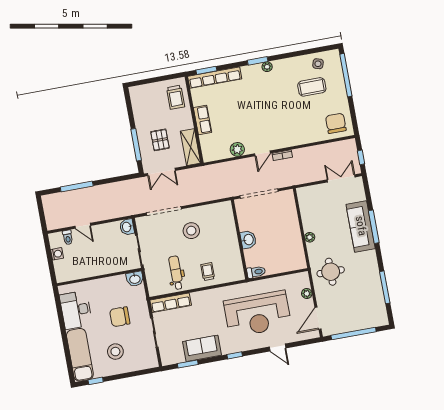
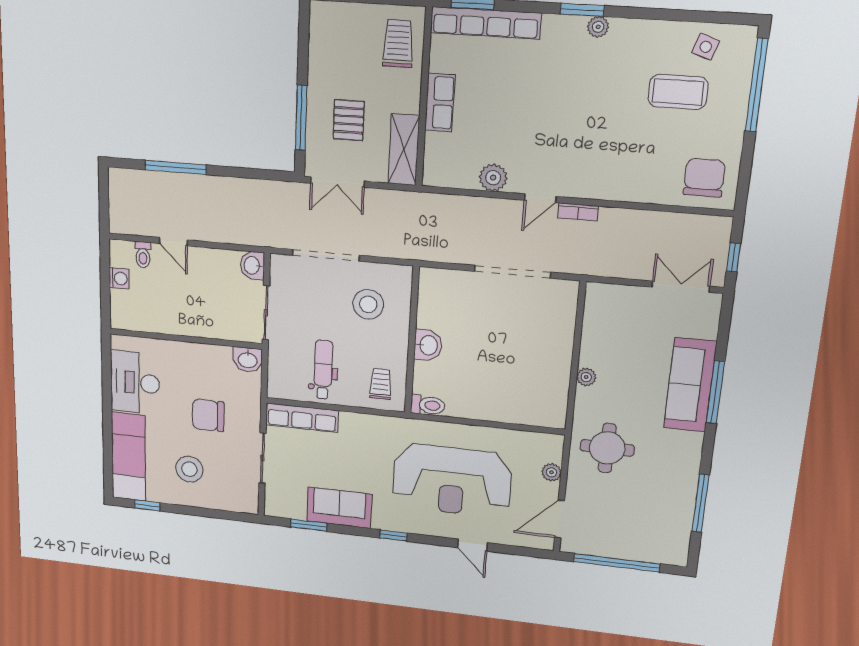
trolley: (176, 97) -> (398, 44), turned 180
wall: (240, 240) -> (412, 341), moved
washbasin: (248, 240) -> (428, 345), moved
toilet: (256, 272) -> (428, 405), moved

